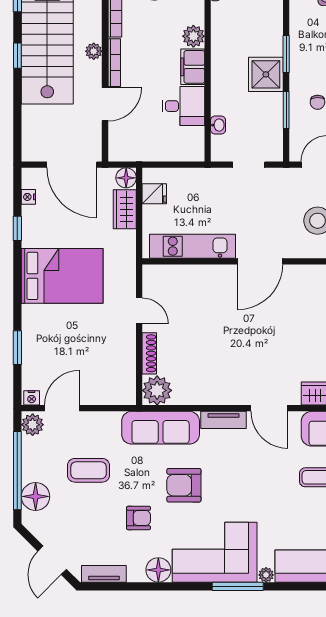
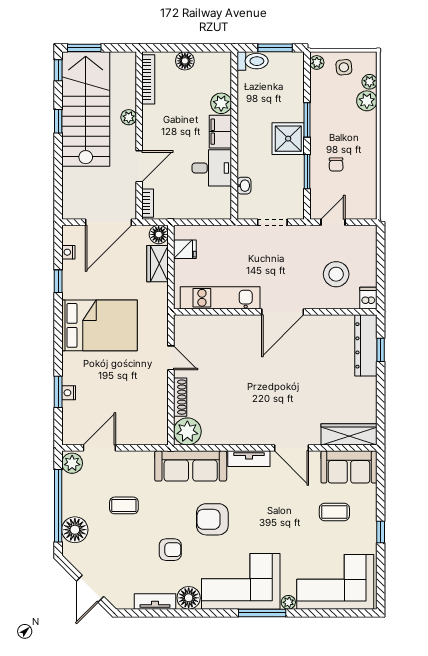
bookcase: (114, 63) -> (148, 203), moved, width x0.64
door: (72, 165) -> (108, 222), hinge flipped
nightstand: (32, 398) -> (69, 393), moved, turned 90
coffee table: (89, 470) -> (124, 505), width x0.73, depth x0.77
tv unit: (104, 574) -> (155, 601), moved

